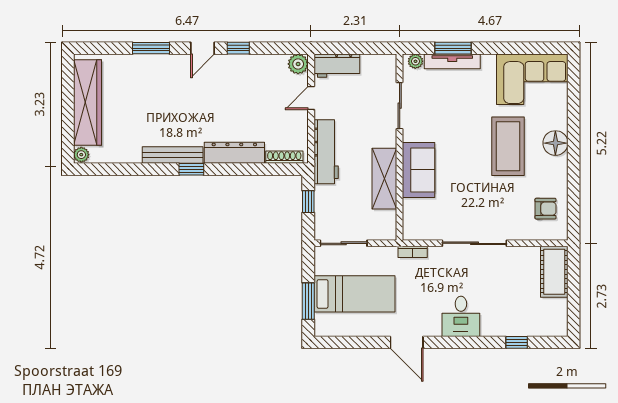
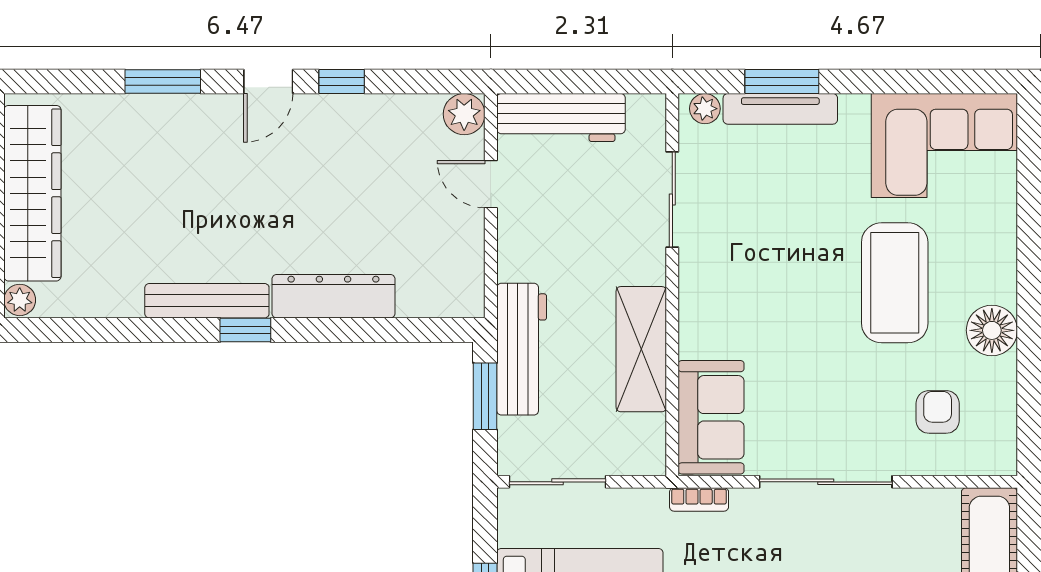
workbench: (337, 66) -> (561, 117), width x1.38
door: (311, 98) -> (491, 184), hinge flipped
floor lamp: (555, 143) -> (992, 330), moved
workbench: (326, 152) -> (522, 349), moved
shoe rack: (284, 157) -> (436, 305), removed
sofa: (418, 170) -> (711, 417), moved
window: (308, 202) -> (485, 396), width x1.50
armchair: (546, 209) -> (938, 412), moved, turned -90

